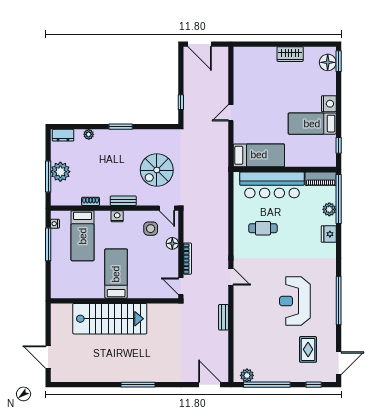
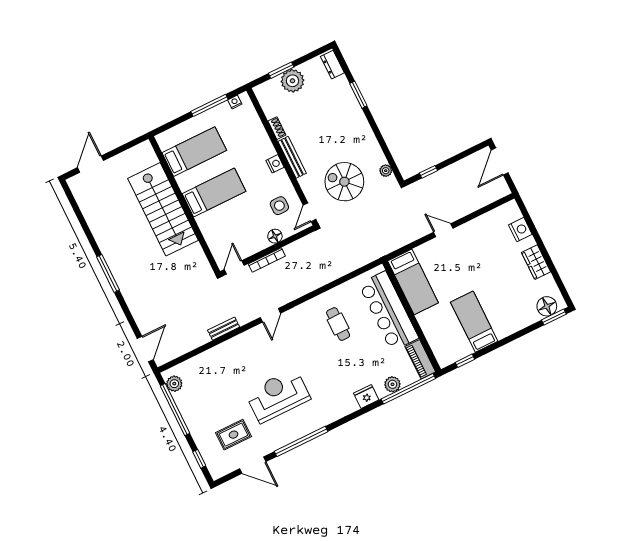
nightstand: (329, 104) -> (520, 230), moved, turned -90
window: (121, 127) -> (358, 95), moved
plant: (89, 134) -> (386, 171), moved
window: (48, 176) -> (281, 70), width x0.69
bench: (123, 201) -> (292, 157), width x1.36
bed: (83, 236) -> (194, 152), moved, turned 180
door: (339, 363) -> (253, 465), moved

